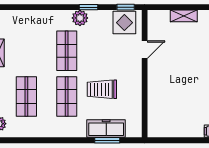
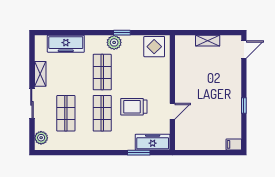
window: (126, 7) -> (155, 33), removed
freezer: (26, 19) -> (66, 44), added
door: (145, 50) -> (172, 111), moved
freezer: (106, 129) -> (153, 142), moved

